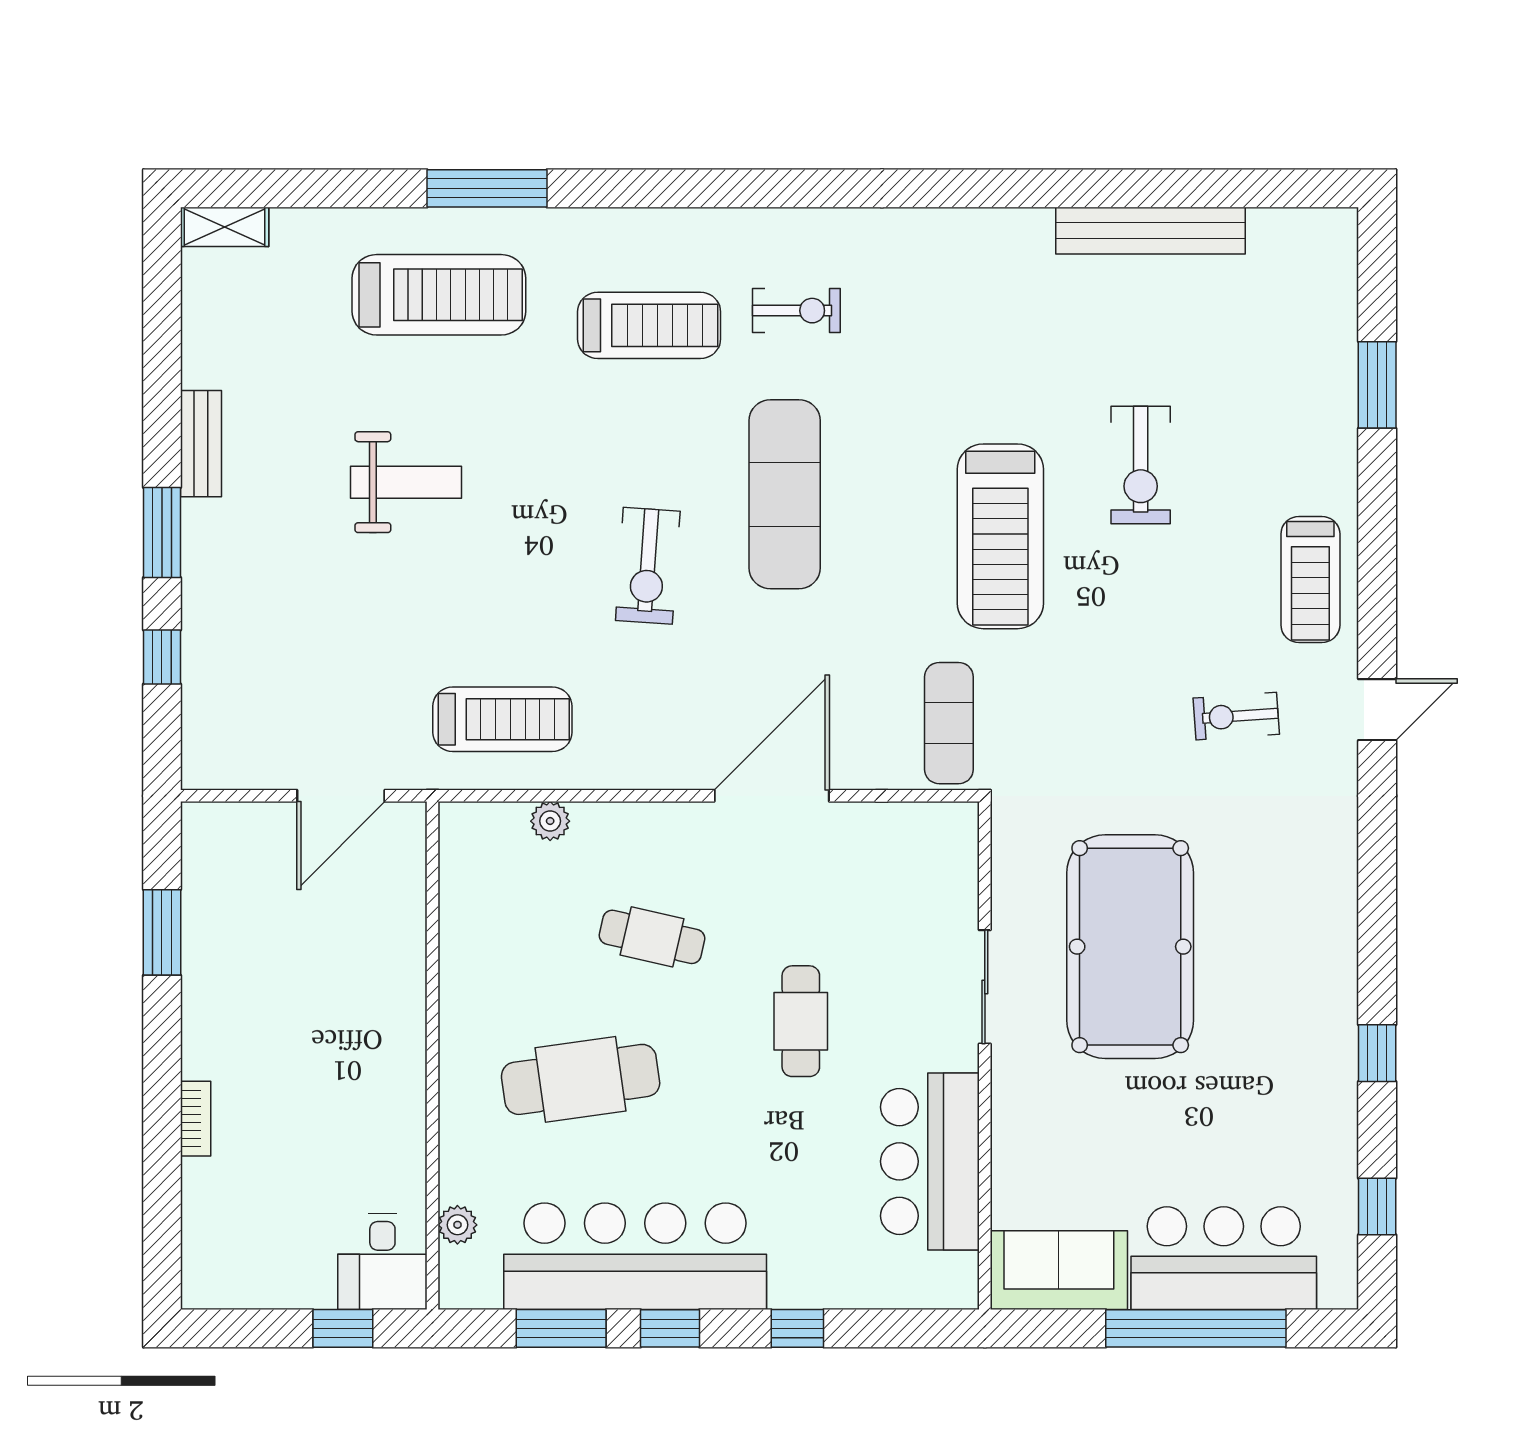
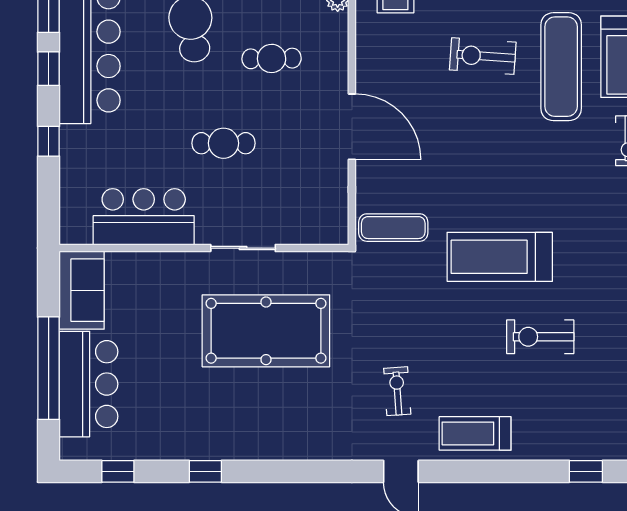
window: (1377, 385) -> (586, 471), width x0.67
exercise mat: (785, 494) -> (561, 67), moved, turned 90
cafe table: (652, 937) -> (272, 58), turned 76

